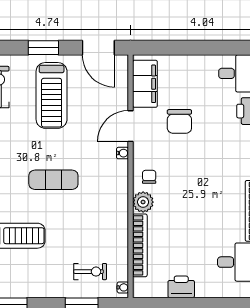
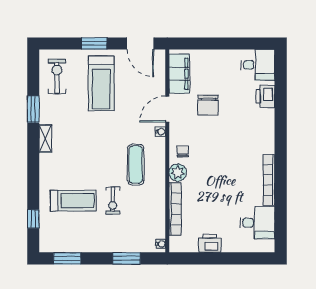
exercise mat: (53, 180) -> (136, 165), moved, turned 90
exercise bike: (90, 272) -> (113, 201), moved, turned 90

